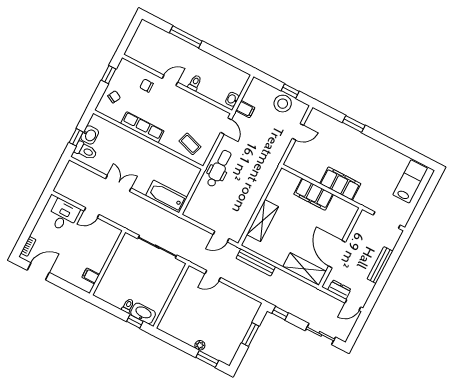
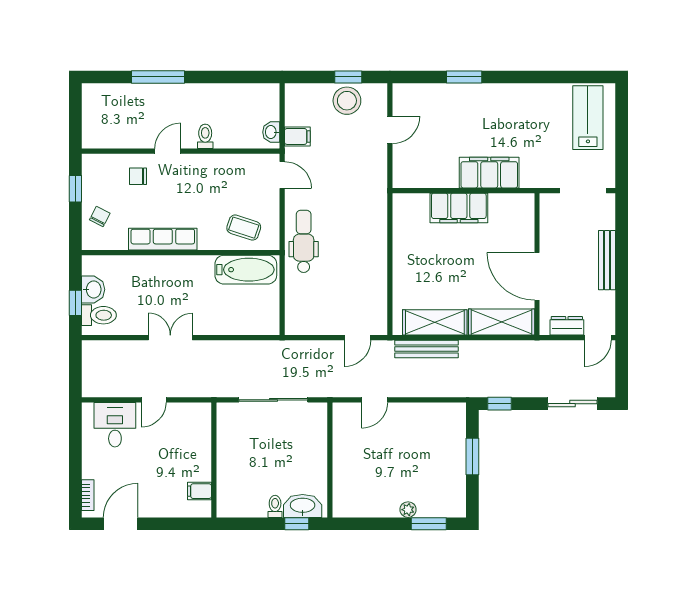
bathtub: (166, 196) -> (246, 270), moved, turned 180
shelving: (263, 221) -> (435, 322), moved, turned 90

